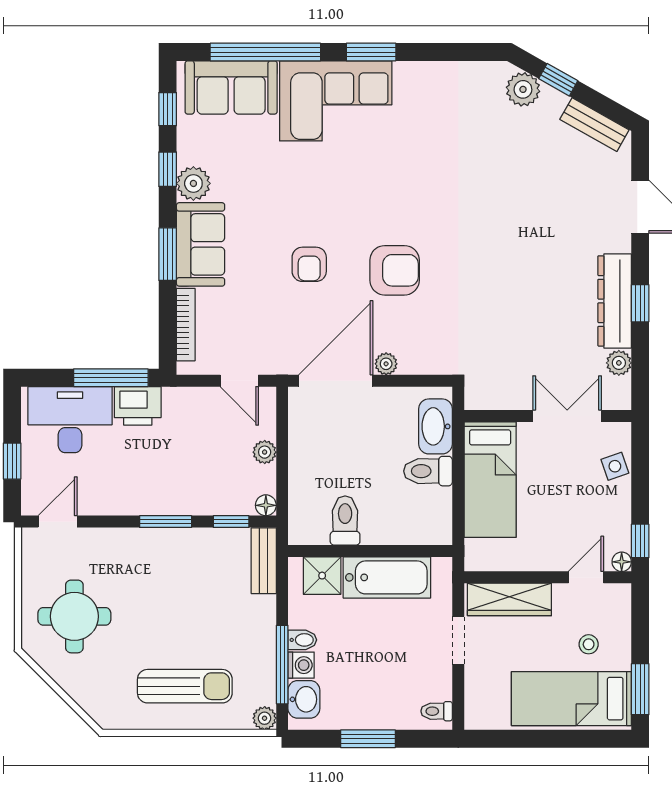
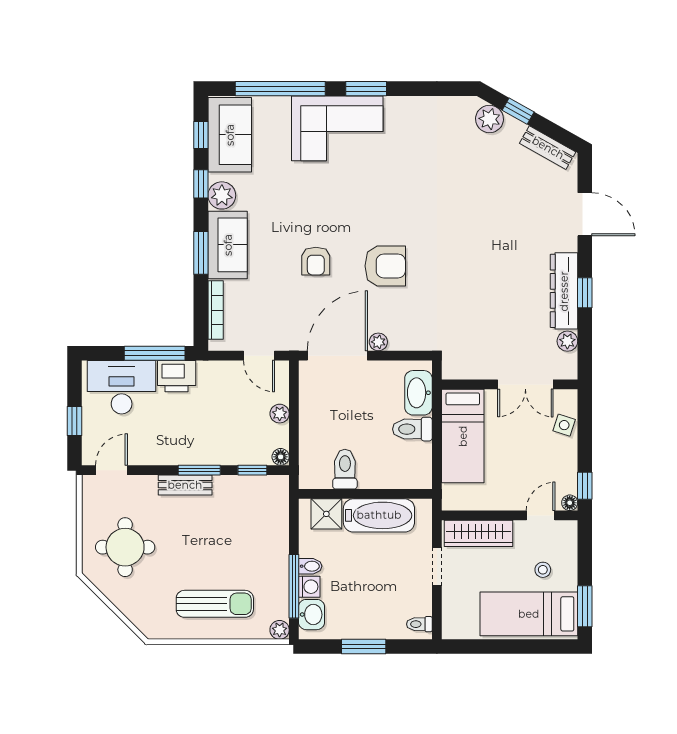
sofa: (231, 87) -> (230, 135), moved, turned -90
double door: (567, 416) -> (525, 384), swing flipped
side table: (615, 466) -> (564, 425), turned 37
bench: (264, 561) -> (185, 485), moved, turned 90

